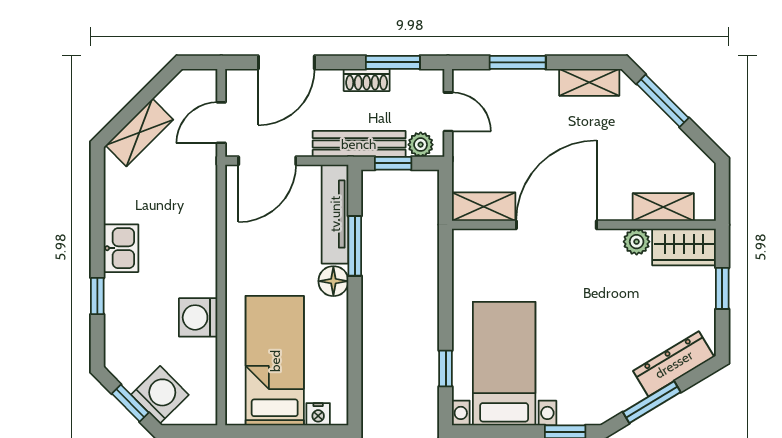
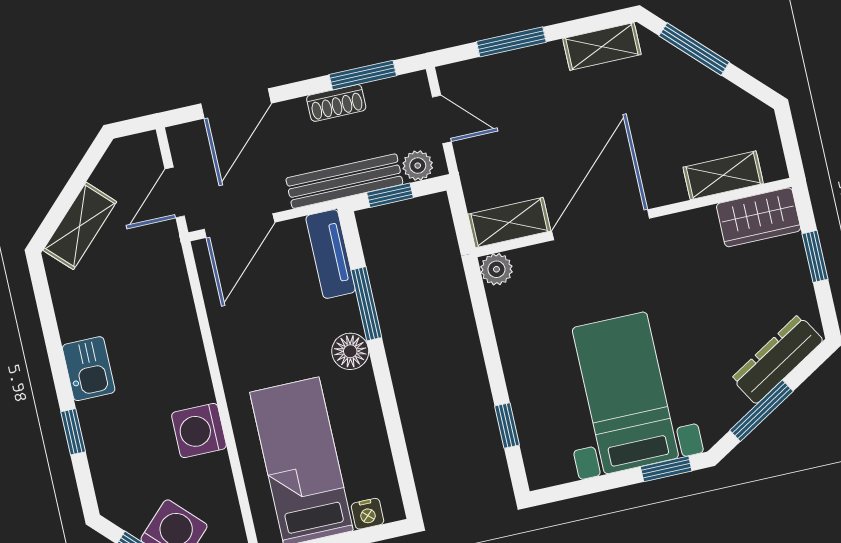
tv unit: (335, 214) -> (331, 254), width x0.71
plant: (637, 242) -> (496, 269), moved
bed with nightstands: (504, 364) -> (625, 393), moved

